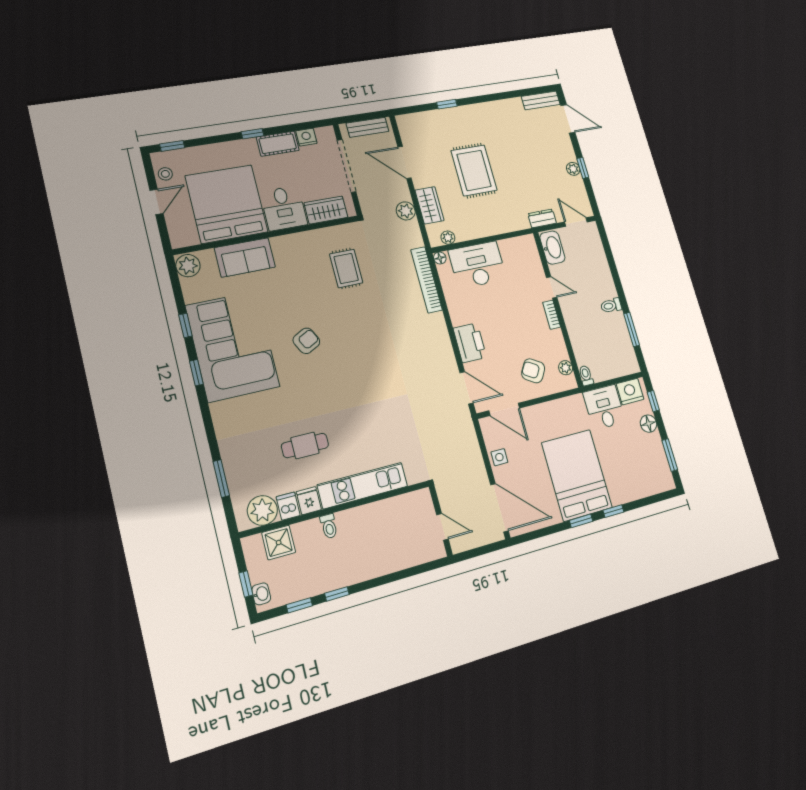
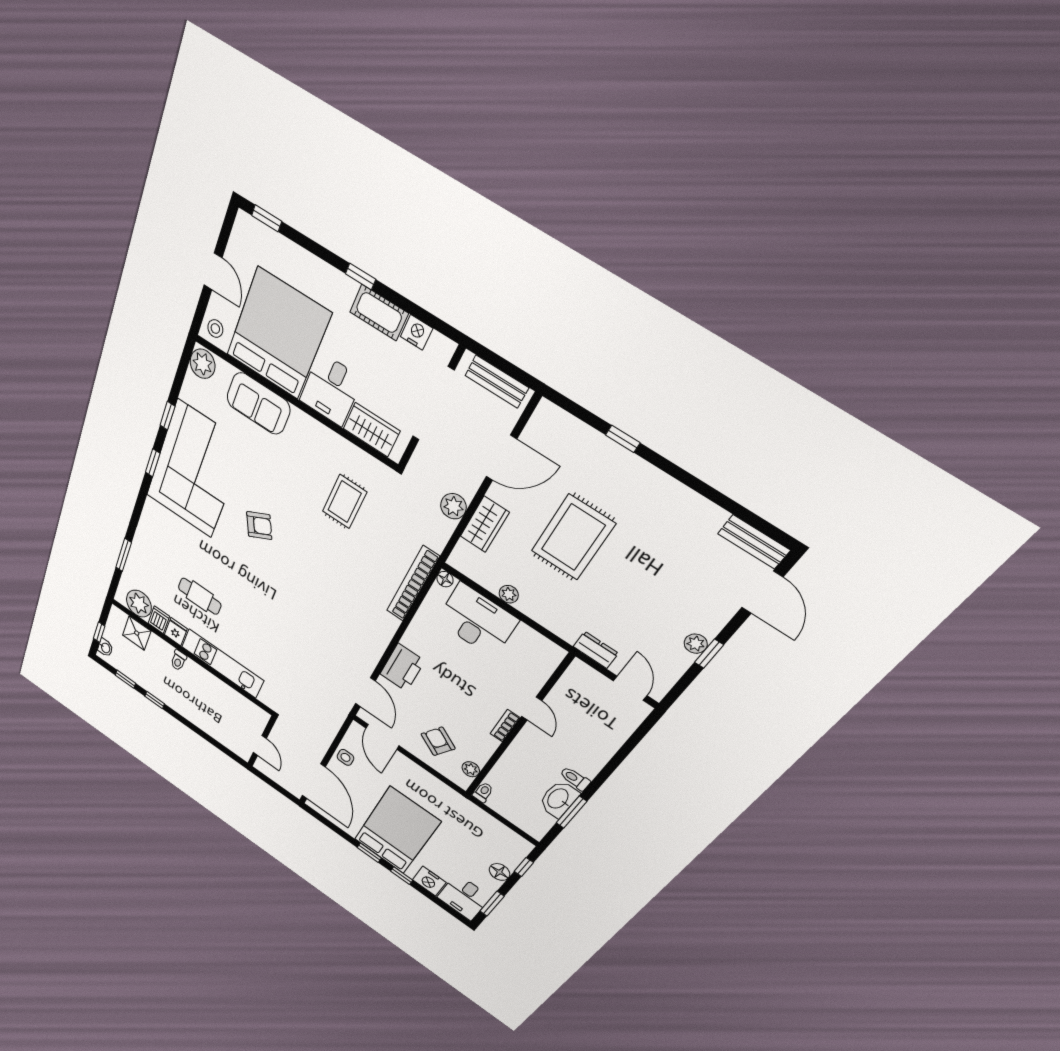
door: (405, 162) -> (501, 458), swing flipped
stool: (165, 174) -> (215, 329), moved
door: (156, 202) -> (213, 271), hinge flipped
plant: (448, 238) -> (509, 594), moved
washbasin: (552, 248) -> (558, 799), moved, turned 180
nightstand: (630, 392) -> (429, 881), moved, turned 180
desk: (604, 407) -> (464, 897), moved, turned 180

